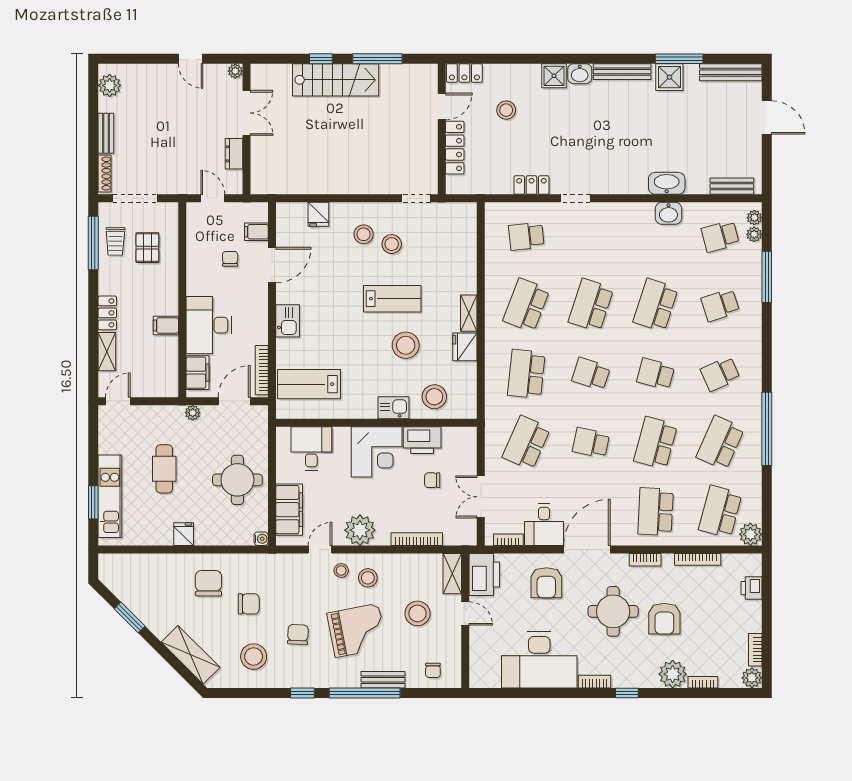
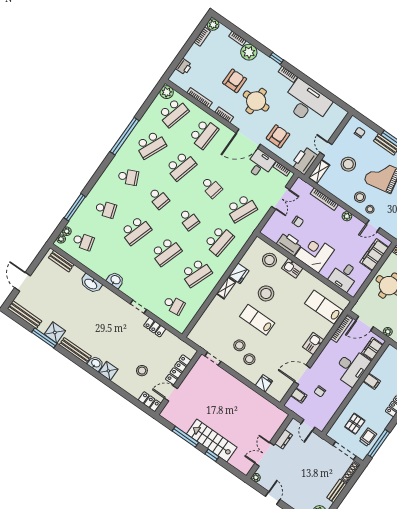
washbasin: (668, 213) -> (115, 280), moved
lab bench: (309, 384) -> (324, 307), turned 180
plant: (360, 530) -> (347, 216), width x0.53, depth x0.53

